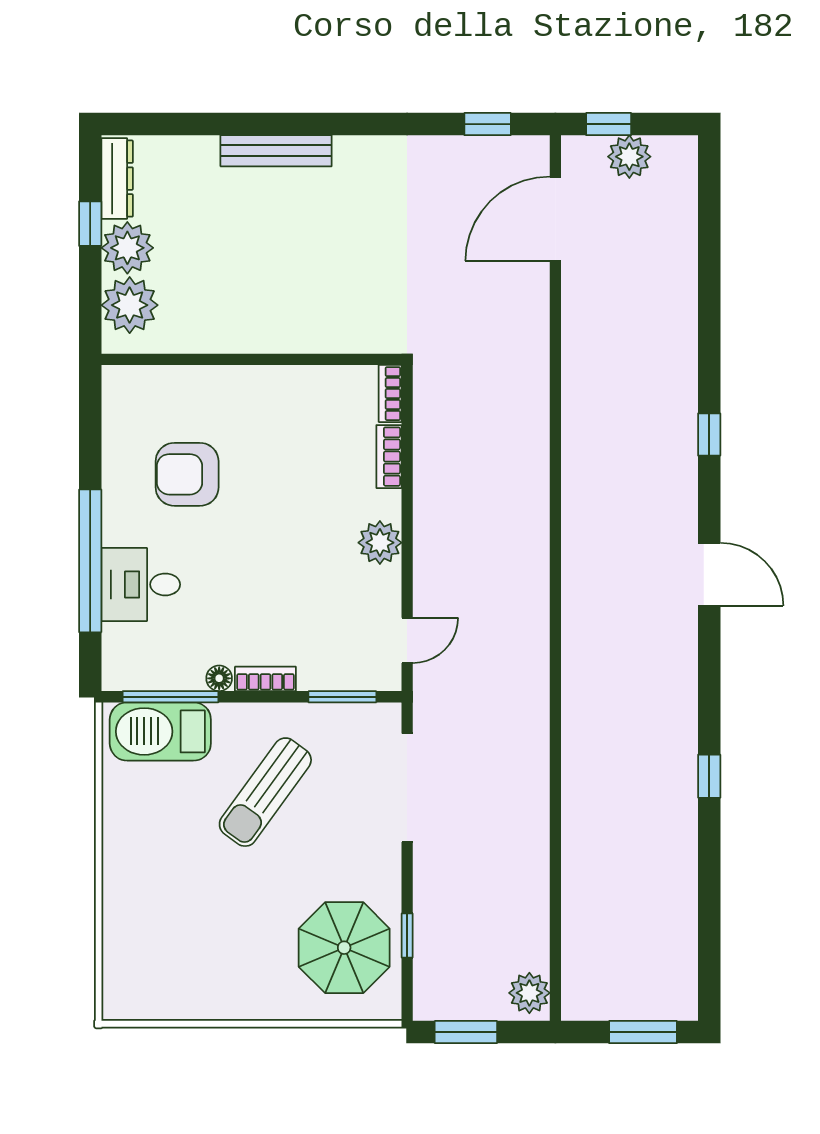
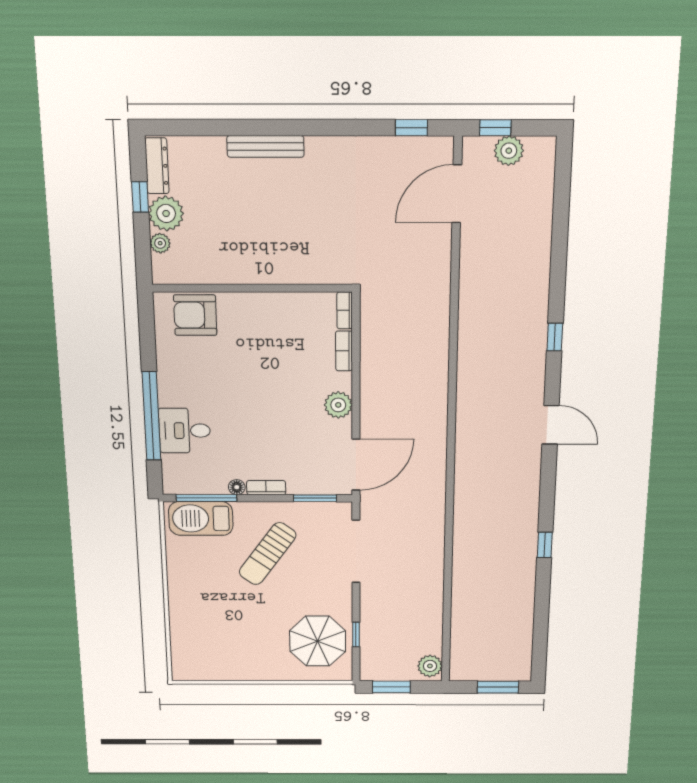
plant: (130, 305) -> (160, 243), width x0.53, depth x0.53
armchair: (187, 474) -> (195, 315), moved
door: (407, 640) -> (356, 465), width x1.88

